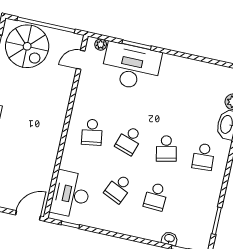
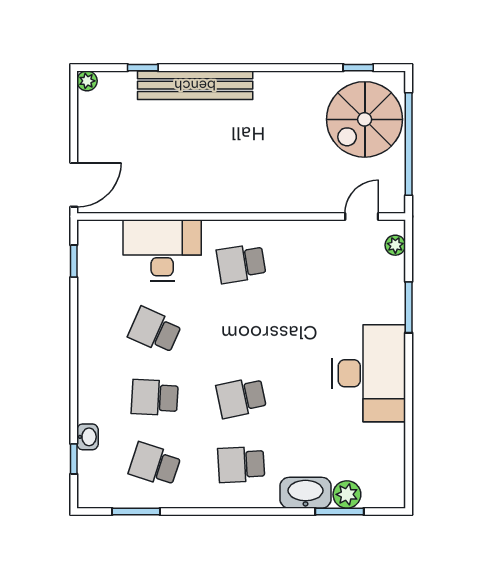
door: (81, 60) -> (362, 216), hinge flipped
desk: (131, 67) -> (369, 373), moved
school desk: (129, 140) -> (155, 465), moved
desk: (71, 194) -> (162, 250), moved
door: (28, 215) -> (74, 185), hinge flipped

